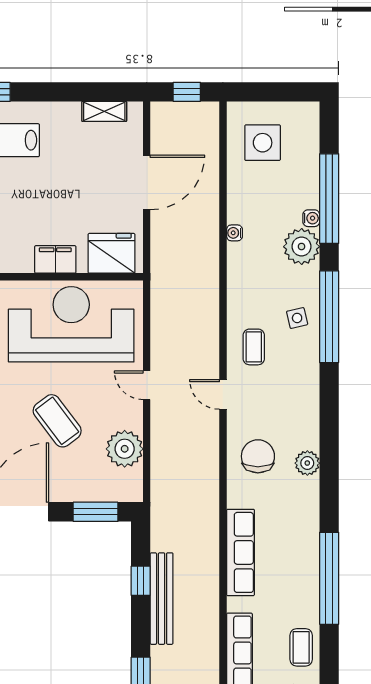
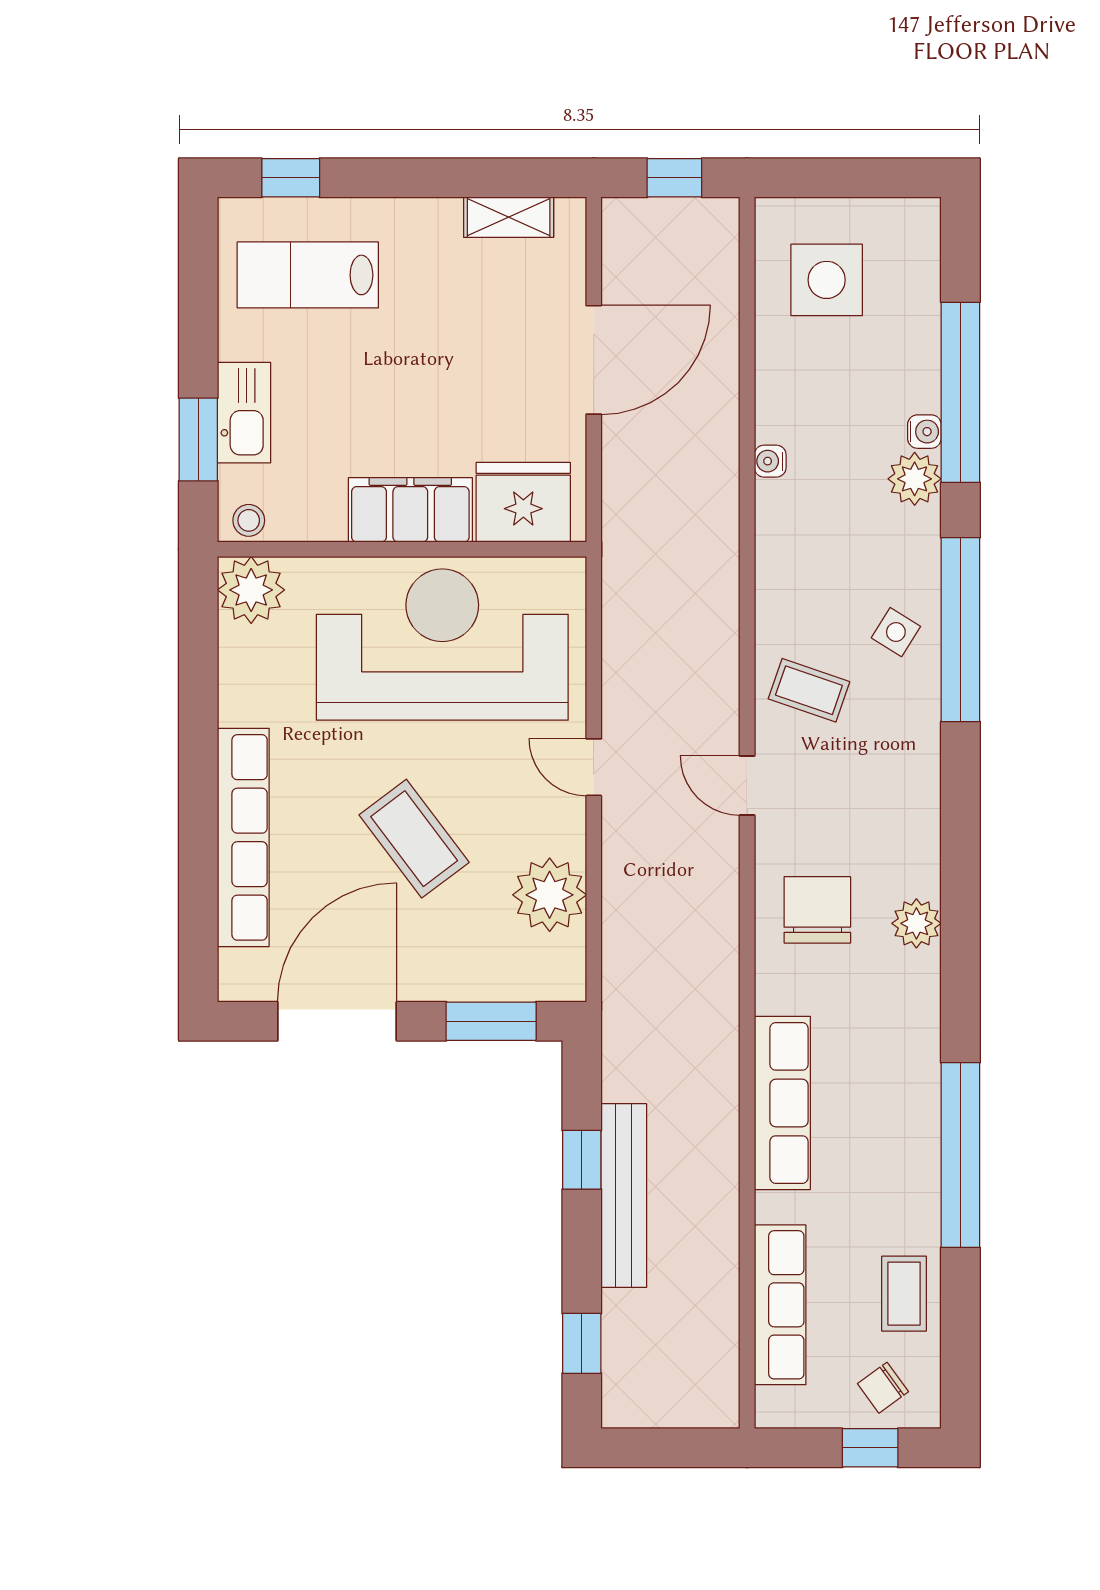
plant: (302, 247) -> (915, 479), width x0.73, depth x0.73
filing cabinet: (55, 259) -> (410, 510), width x1.50, depth x1.17
side table: (297, 318) -> (896, 632), turned 45
coffee table: (254, 347) -> (809, 690), turned -71

